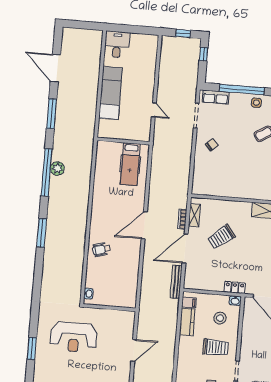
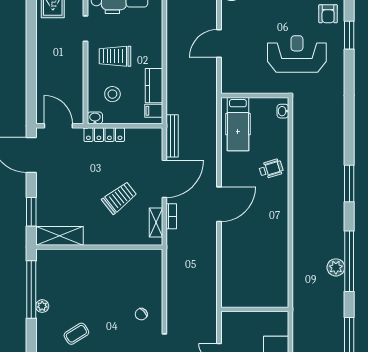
hospital bed: (130, 164) -> (238, 124), moved, turned 180
locker: (235, 288) -> (104, 135), width x1.53
armchair: (47, 366) -> (328, 14), added

